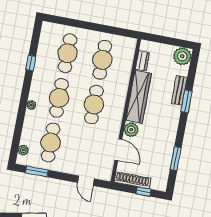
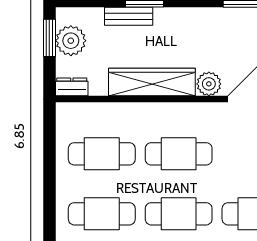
window: (175, 42) -> (49, 38), added
plant: (182, 56) -> (71, 41), moved
dresser: (142, 61) -> (72, 87), moved

